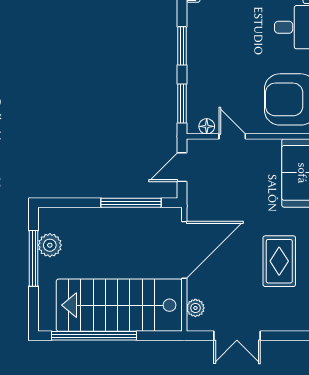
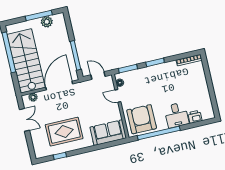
door: (232, 136) -> (118, 96), swing flipped
door: (184, 250) -> (59, 86), swing flipped
rug: (279, 261) -> (64, 132), width x1.36, depth x1.43
double door: (237, 336) -> (24, 120), swing flipped

